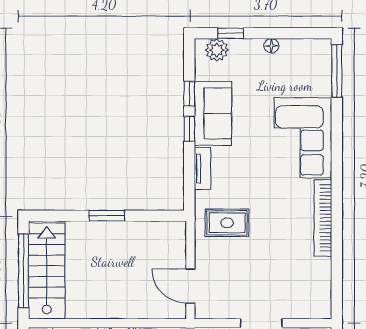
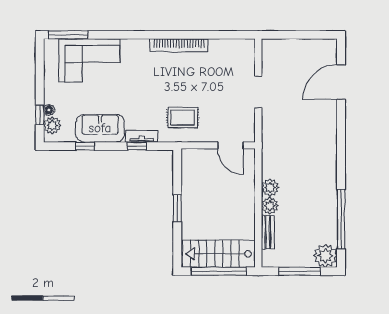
floor lamp: (271, 46) -> (49, 110), moved
window: (189, 129) -> (137, 146), moved
corner sofa: (303, 138) -> (89, 60), moved
rug: (227, 223) -> (183, 118), turned 90
door: (190, 286) -> (230, 145), hinge flipped

